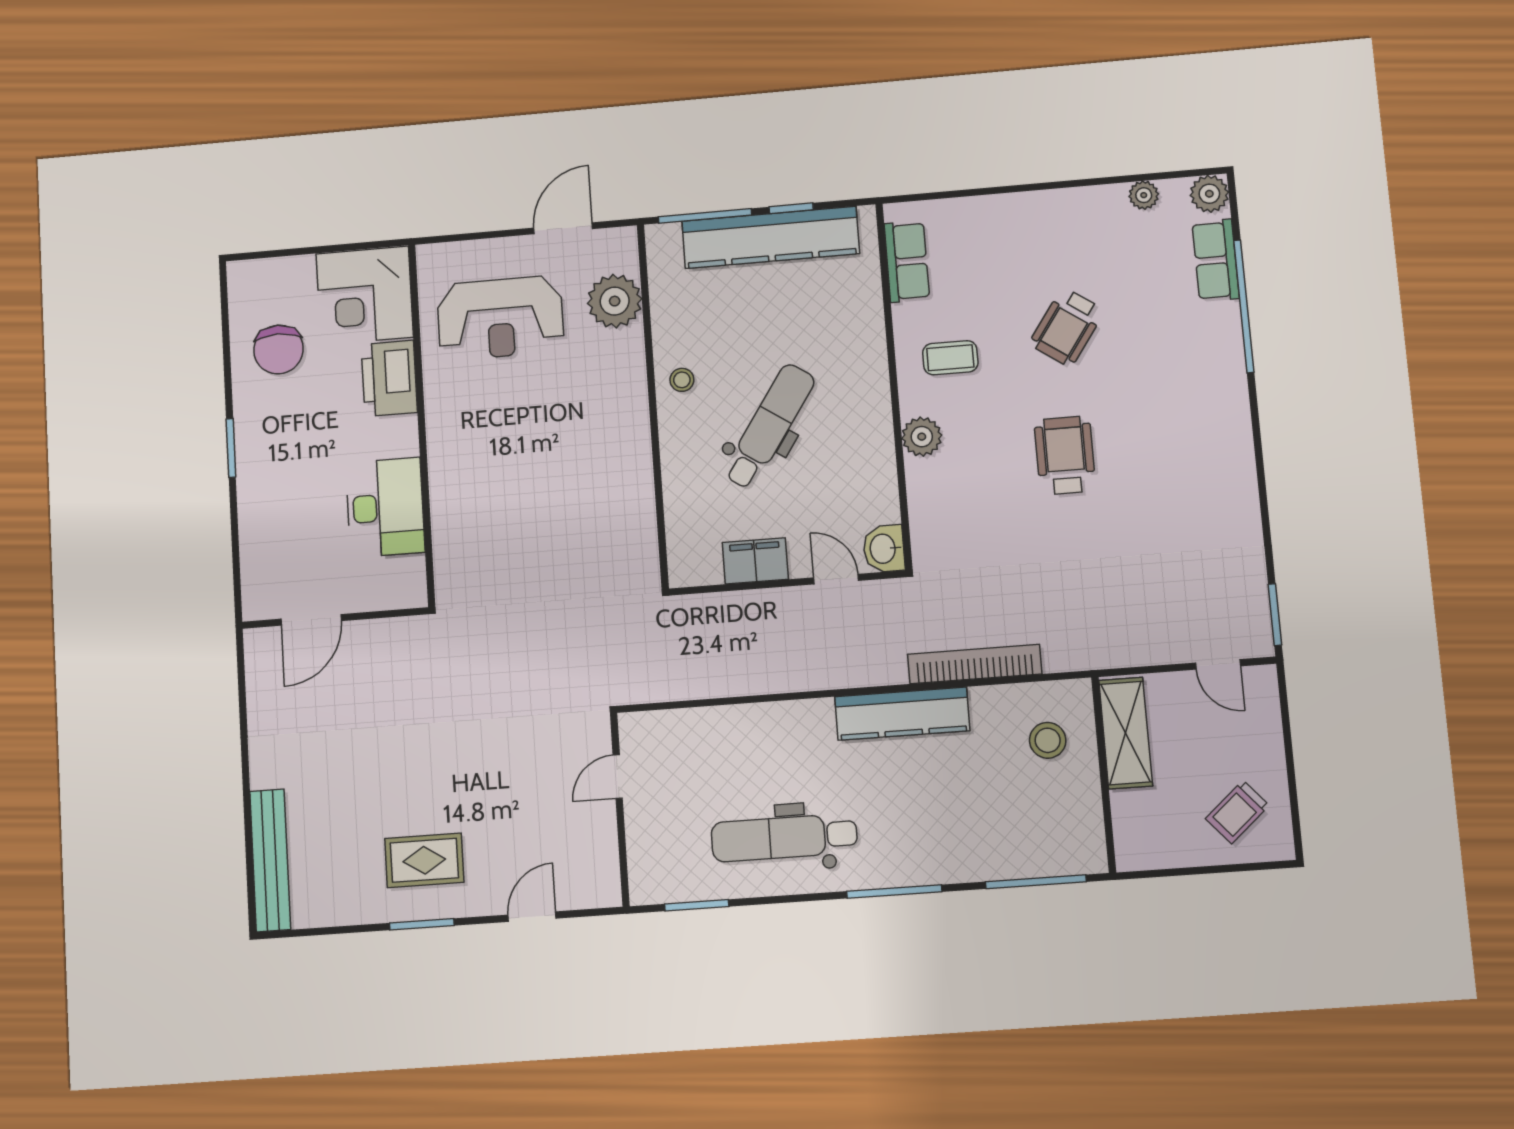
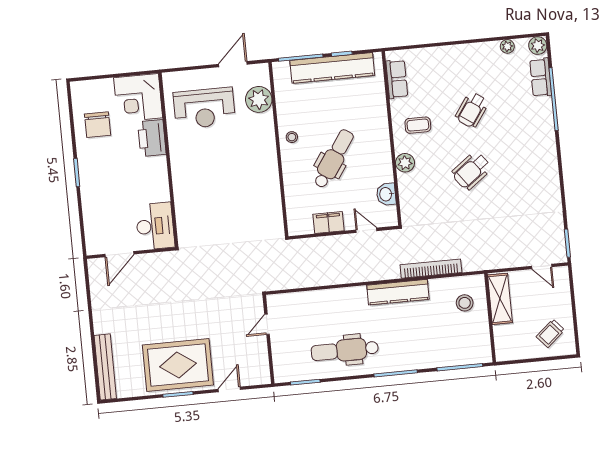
wheelchair: (1065, 455) -> (471, 171), turned -127
desk: (385, 507) -> (155, 226), moved
washbasin: (884, 549) -> (386, 194), moved
rug: (424, 860) -> (178, 365), width x1.86, depth x2.06

